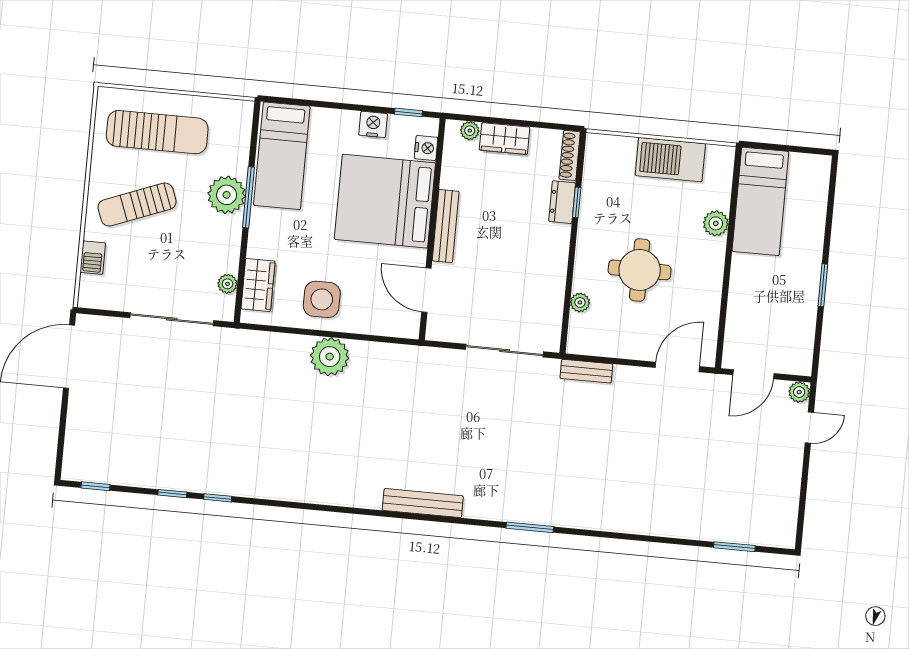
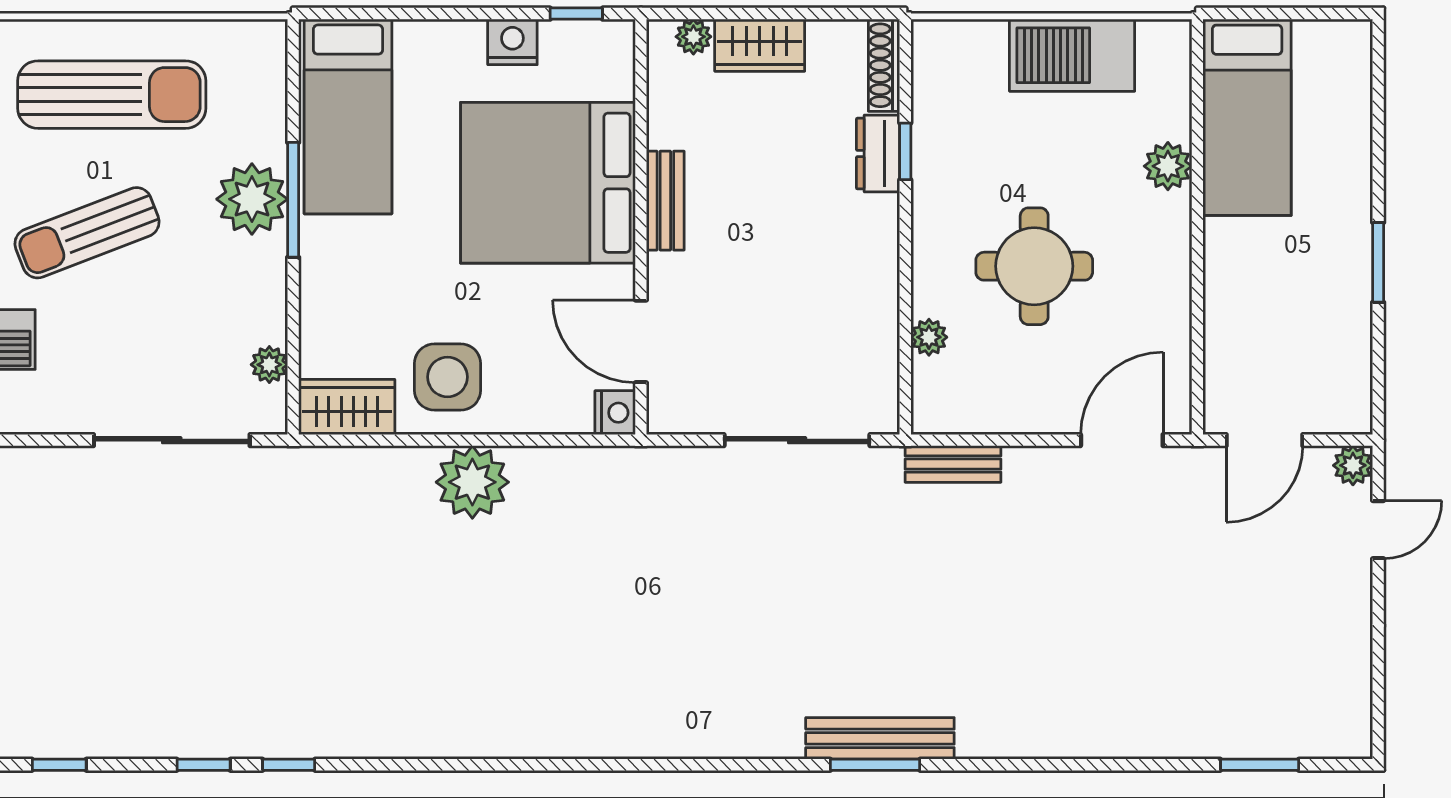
nightstand: (426, 148) -> (615, 413), moved
bench: (446, 226) -> (665, 201), width x0.73
wardrobe: (258, 285) -> (347, 407), moved, turned -90
bench: (423, 503) -> (880, 738), moved

